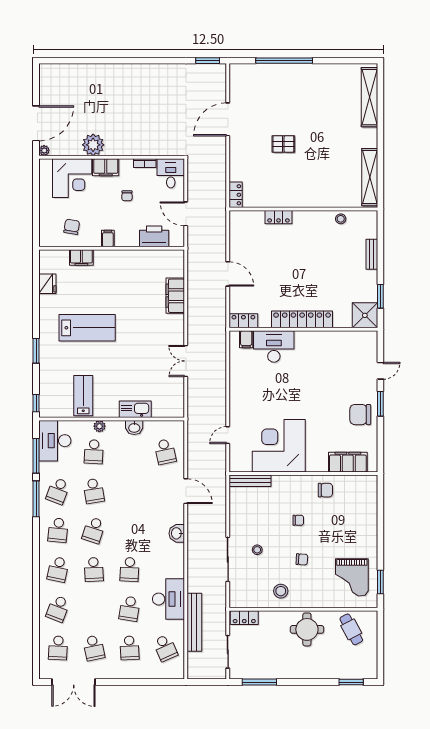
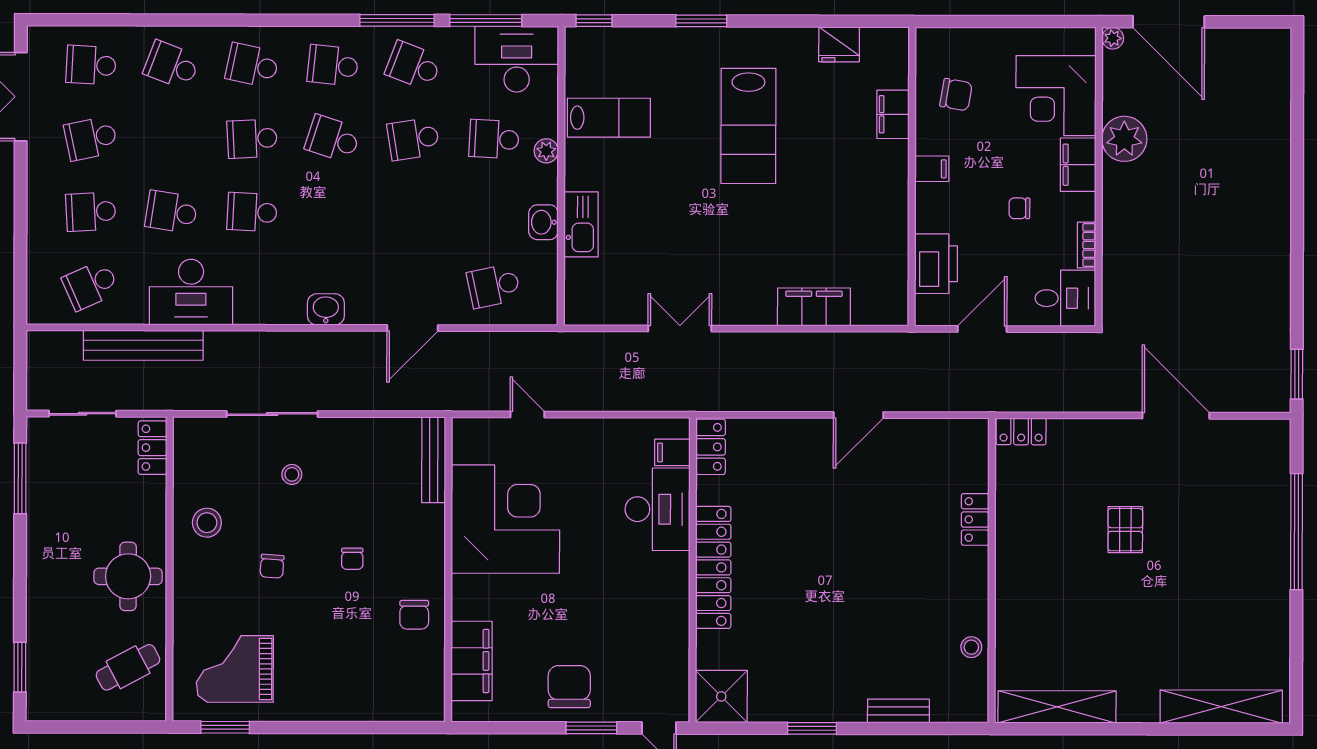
shower: (365, 315) -> (721, 696), moved
locker: (302, 319) -> (713, 567), moved
locker: (243, 321) -> (711, 447), moved
wall: (303, 329) -> (693, 570), moved
filing cabinet: (246, 339) -> (672, 452), moved
desk: (274, 347) -> (658, 509), moved

